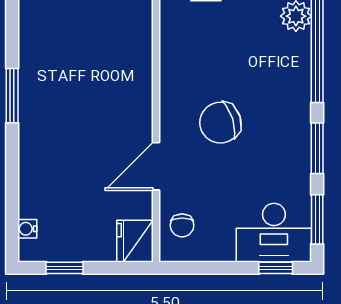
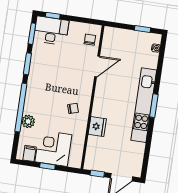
kitchen unit: (36, 93) -> (144, 105), added
chair: (220, 123) -> (73, 108), moved, width x0.54, depth x0.54
fridge: (135, 241) -> (97, 127), moved

